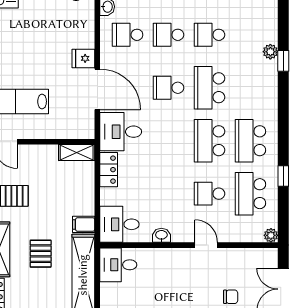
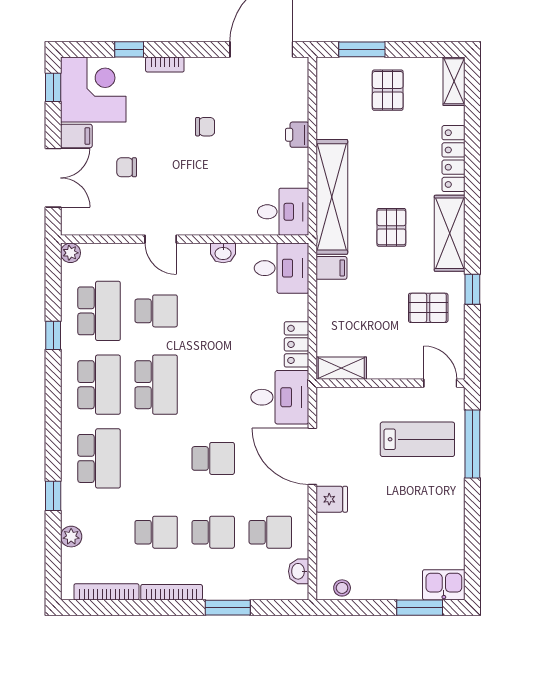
plant: (270, 52) -> (71, 537), moved
school desk: (209, 88) -> (99, 458), moved

